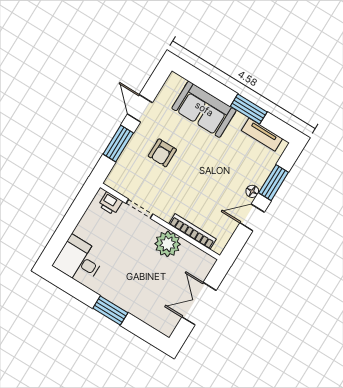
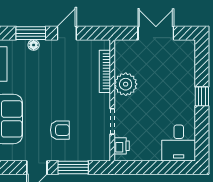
floor lamp: (252, 191) -> (34, 45), moved
door: (252, 217) -> (67, 33), swing flipped
double door: (199, 304) -> (156, 33), swing flipped
window: (110, 311) -> (202, 96), width x0.67

